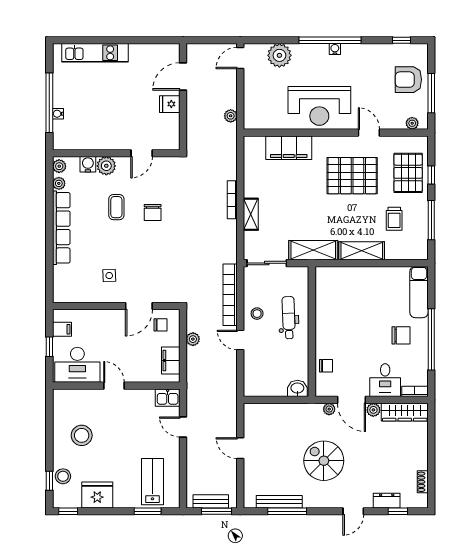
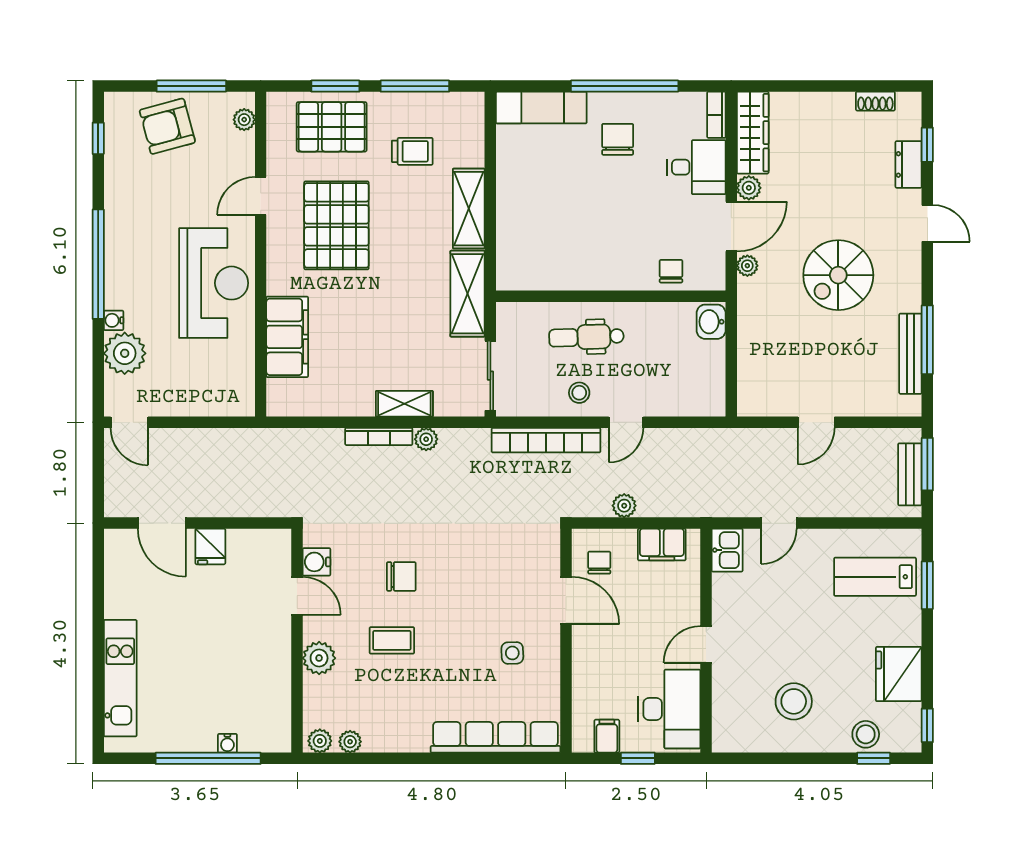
water cooler: (335, 49) -> (114, 320), moved
armchair: (408, 80) -> (167, 126), turned 75
plant: (231, 116) -> (426, 439), moved
water cooler: (88, 164) -> (316, 562), moved
window: (431, 175) -> (335, 86), width x1.50
row of seats: (61, 228) -> (495, 737), moved

